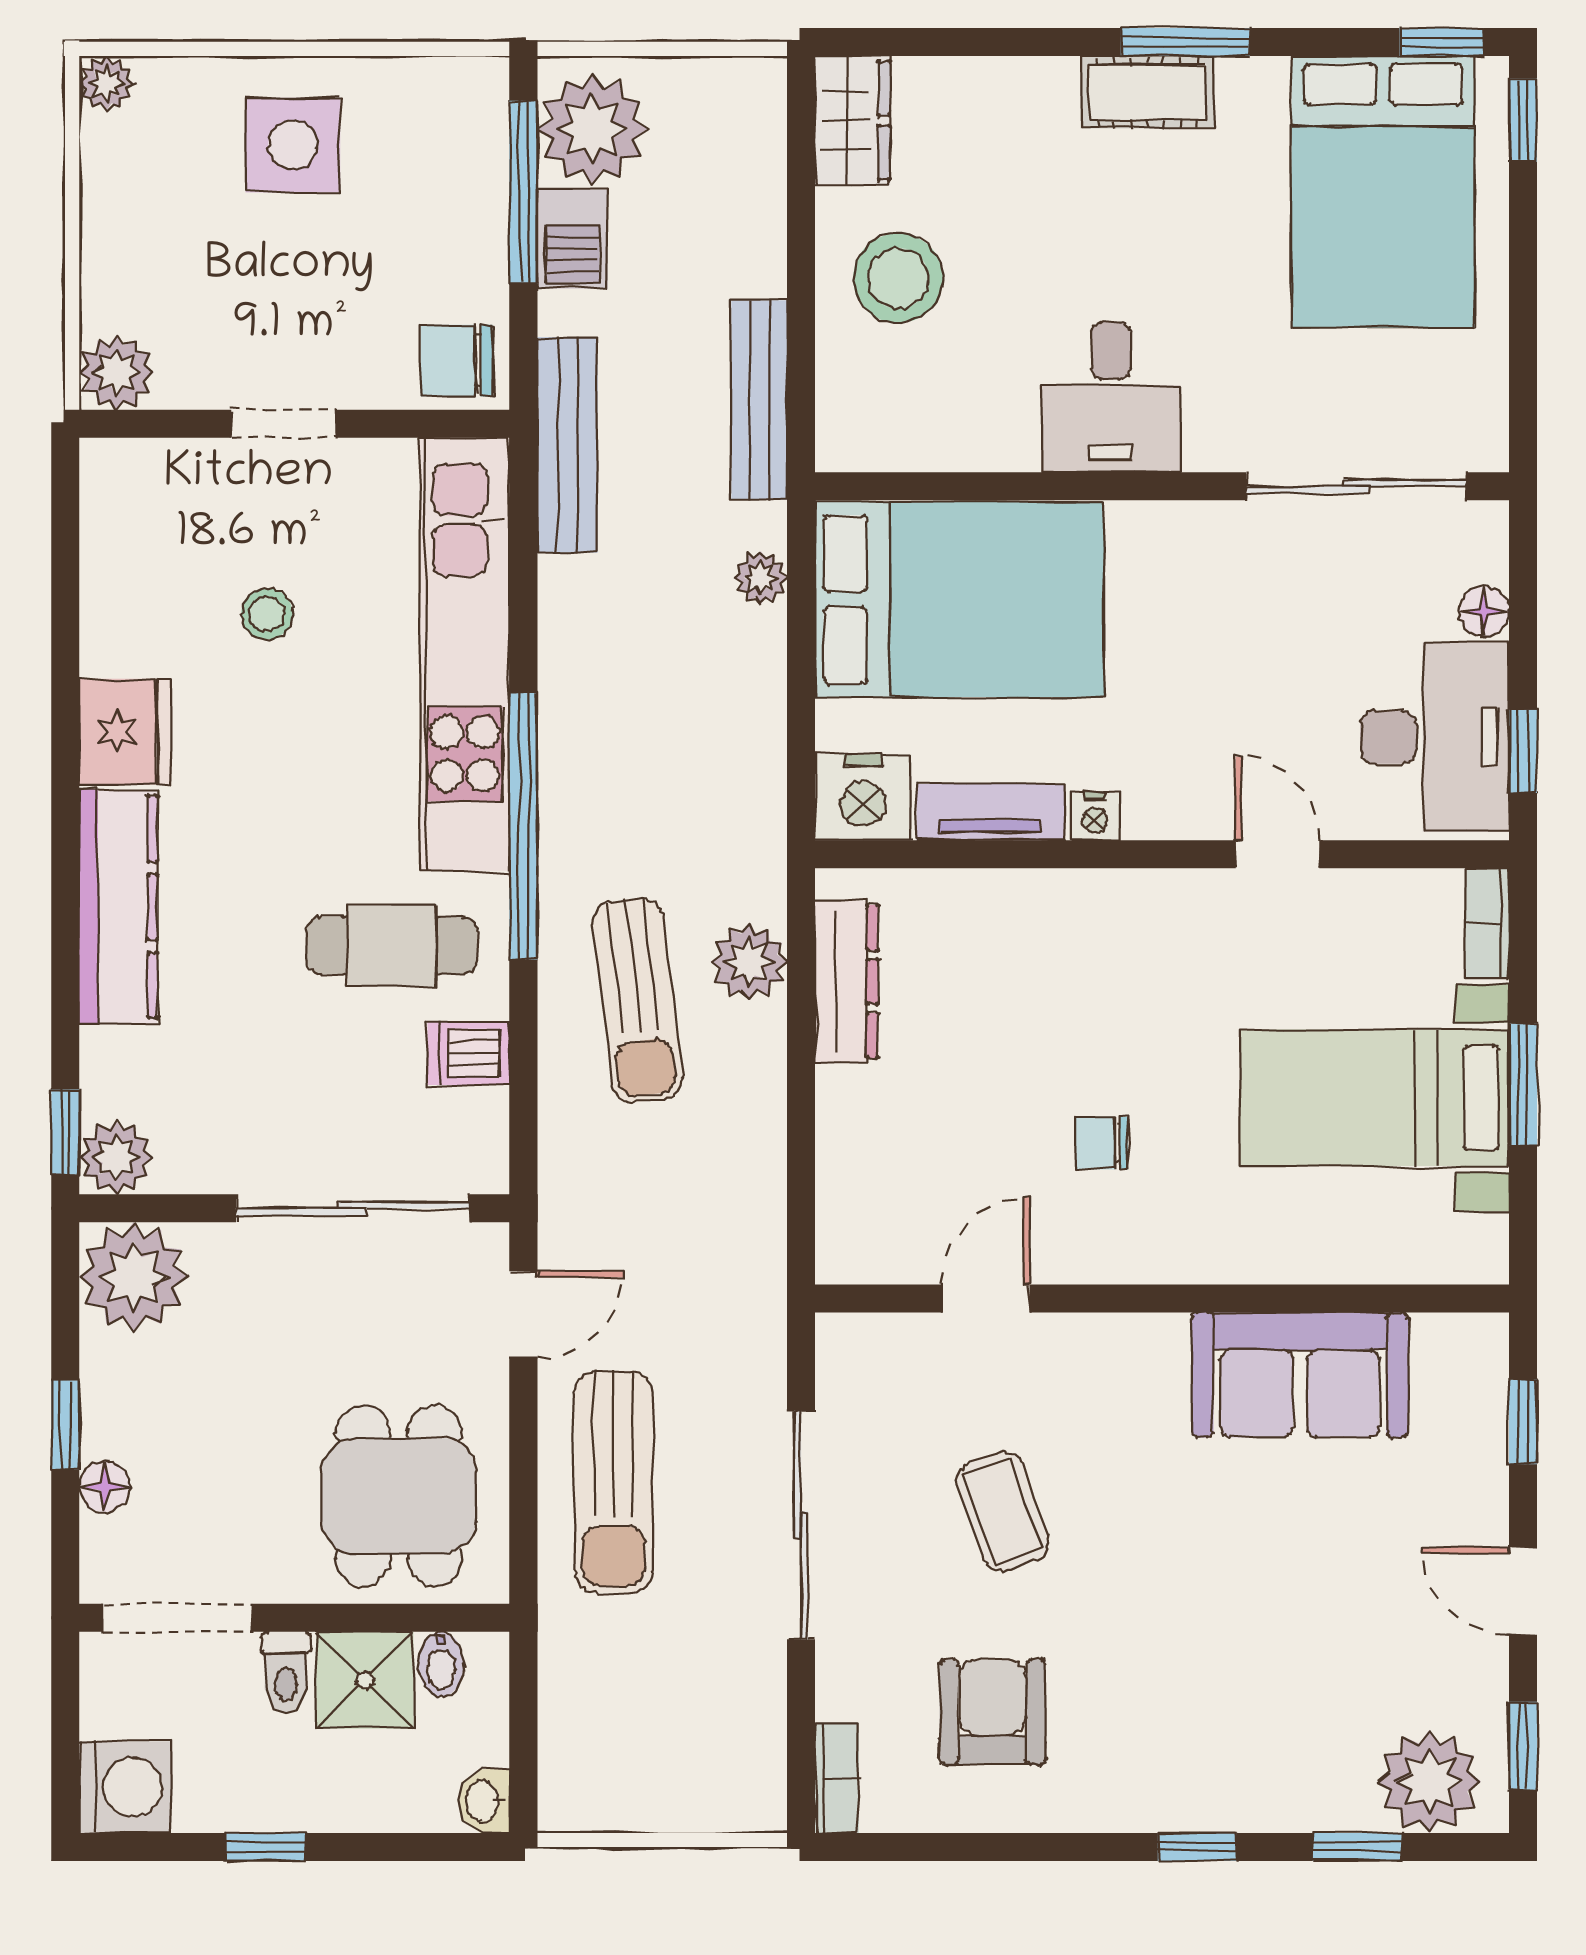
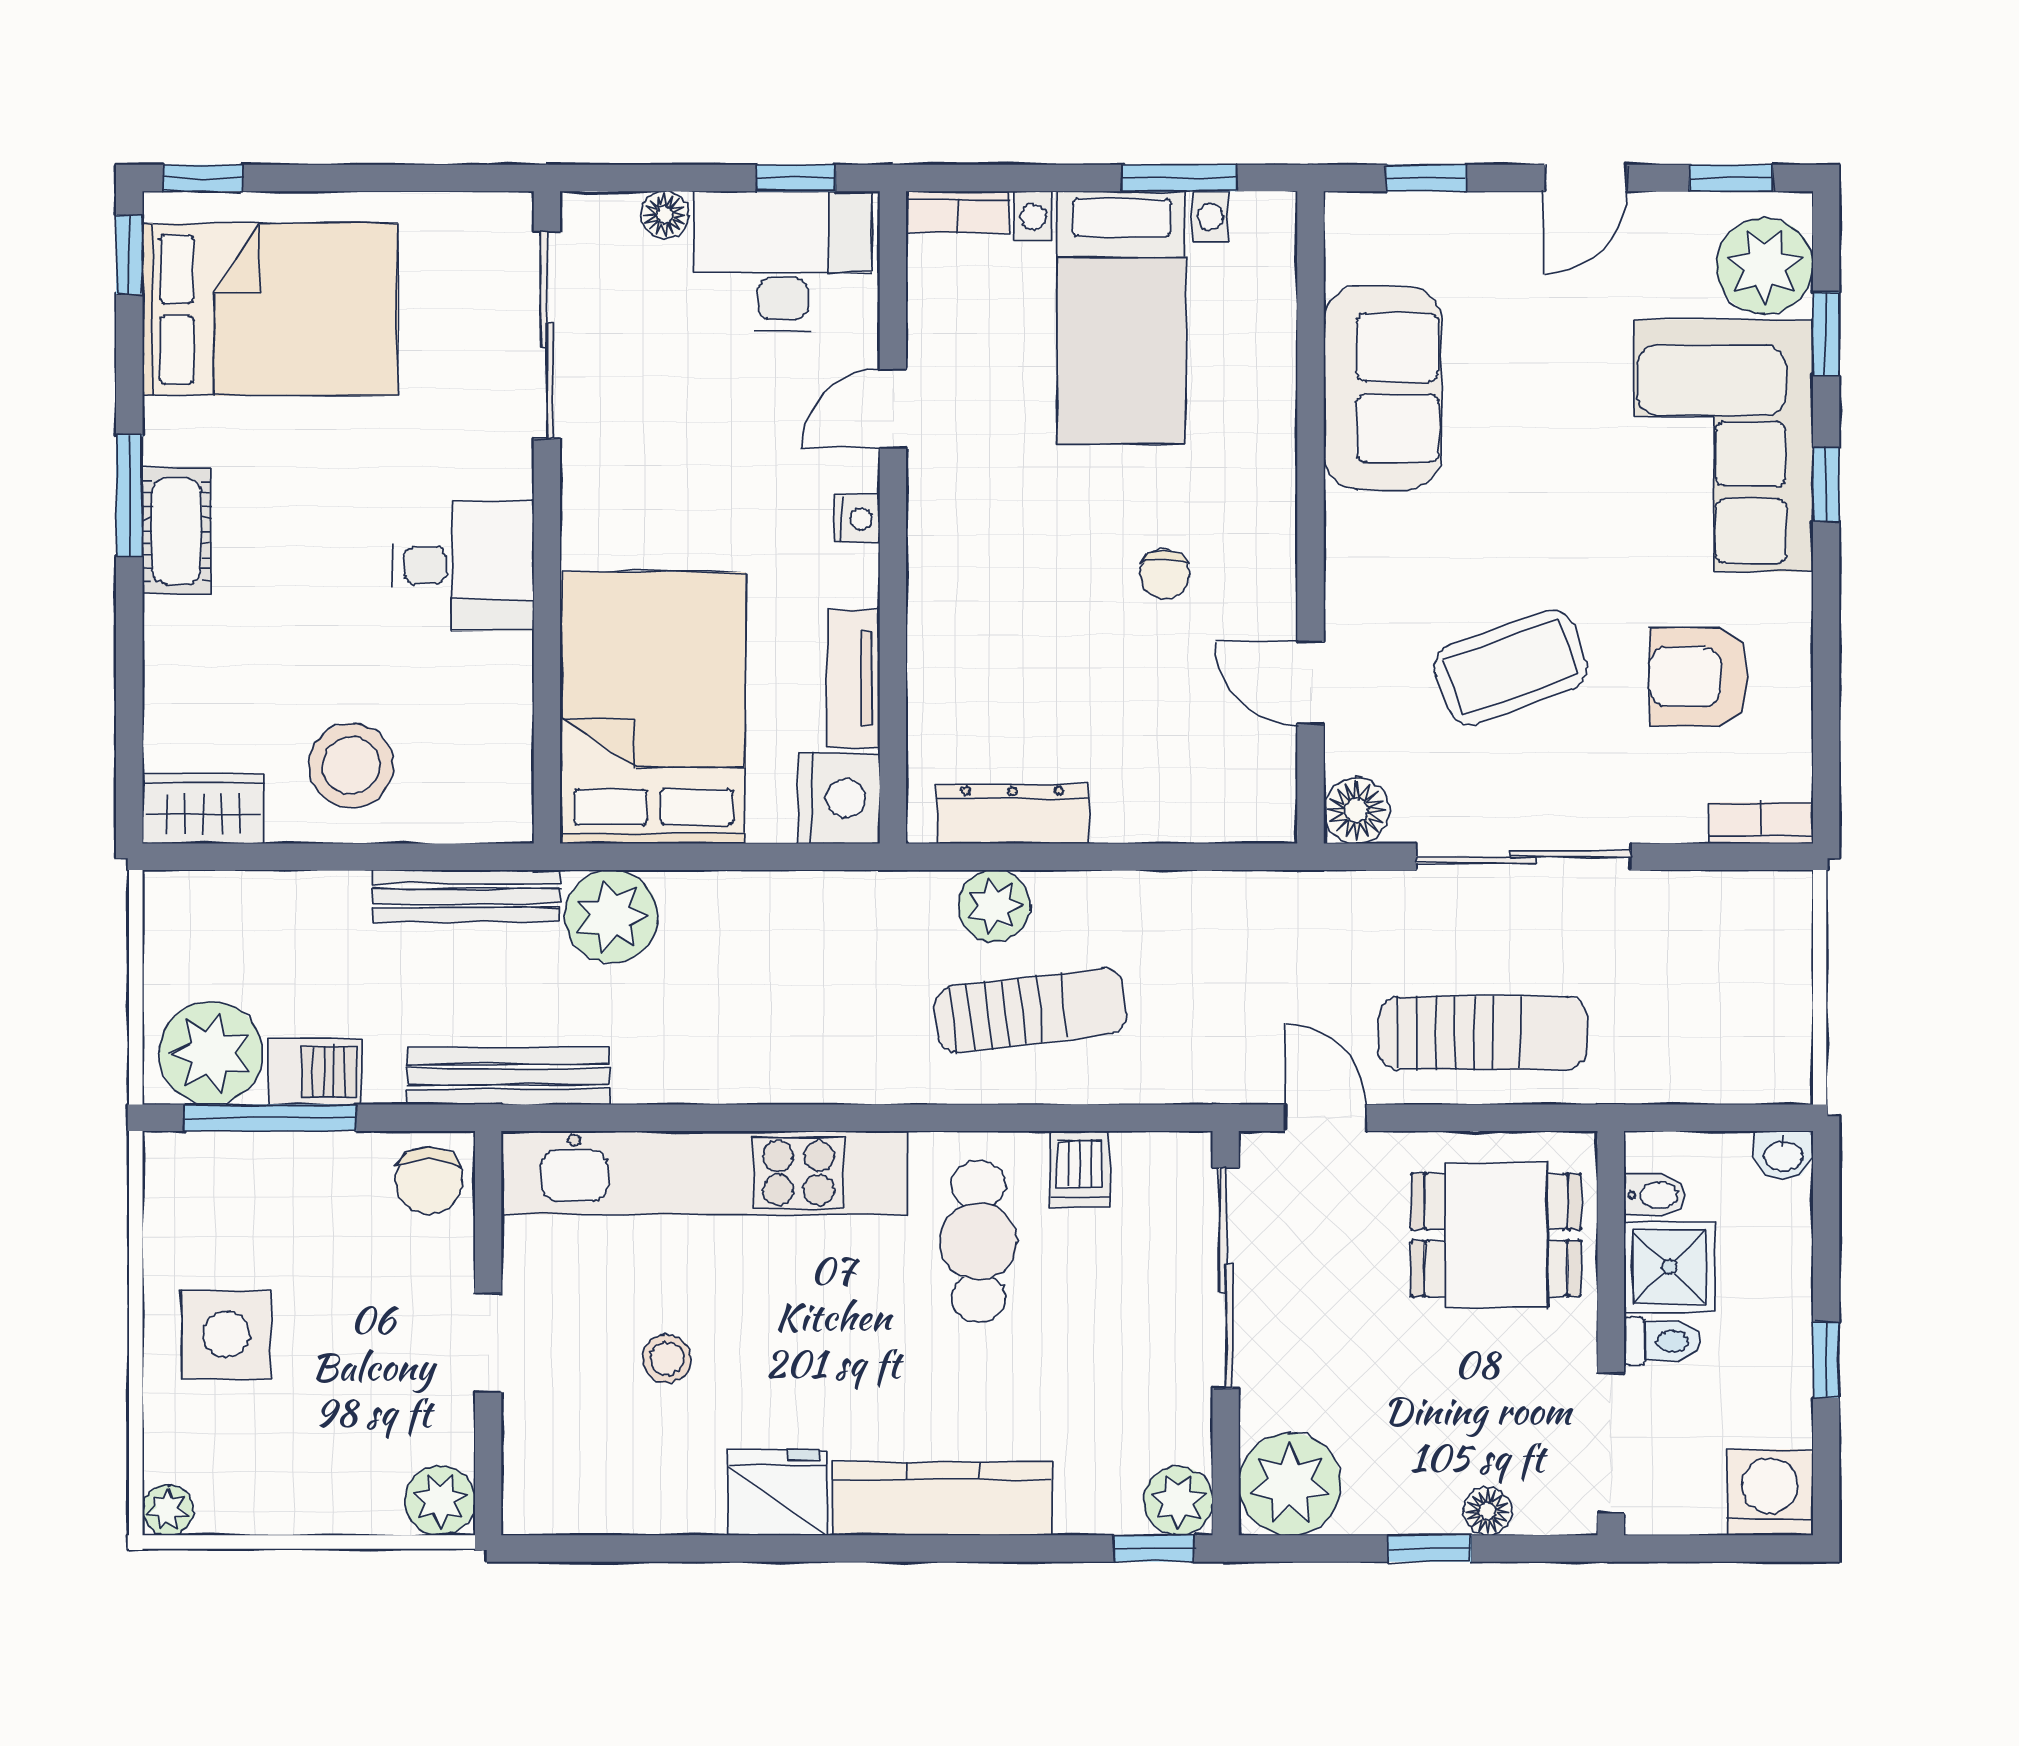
plant: (761, 578) -> (611, 916), width x1.87, depth x1.87
nightstand: (1095, 816) -> (857, 519), moved
window: (523, 826) -> (867, 1118), removed
window: (1523, 1085) -> (1180, 178), moved
floor lamp: (850, 1348) -> (1357, 811), added
coffee table: (1002, 1511) -> (1511, 667), width x1.36, depth x1.30
corner sofa: (1238, 1737) -> (1723, 446), added

